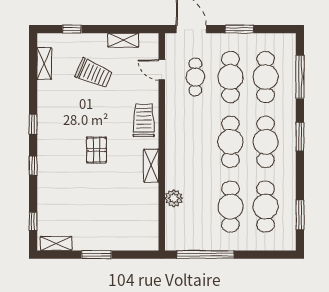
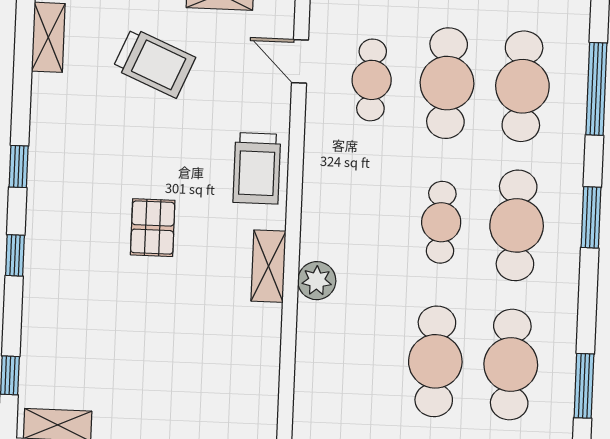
trolley: (144, 120) -> (257, 168), turned 180
cafe table: (230, 142) -> (441, 222), width x0.73, depth x0.74
plant: (174, 198) -> (317, 281), moved

